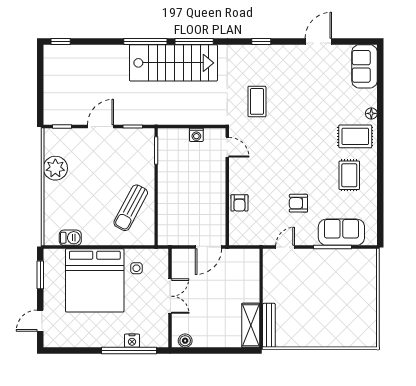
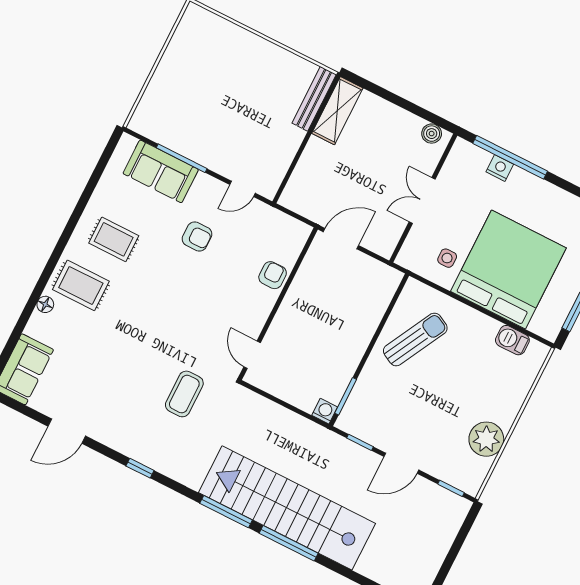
stairs: (173, 63) -> (287, 508), width x1.36
washing machine: (196, 135) -> (325, 411), moved
rug: (349, 175) -> (114, 239), turned 90

